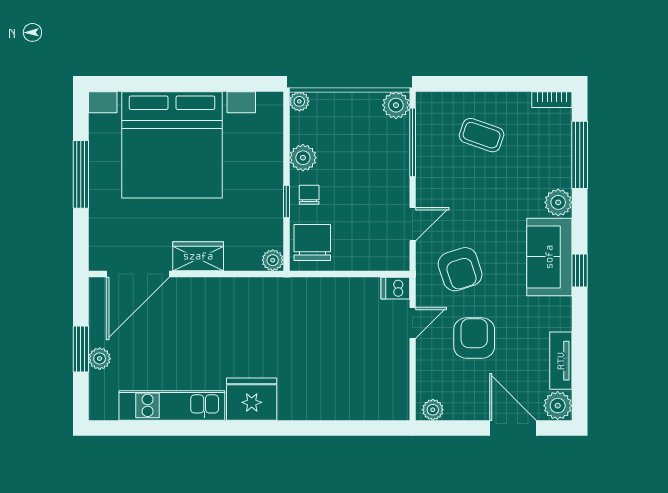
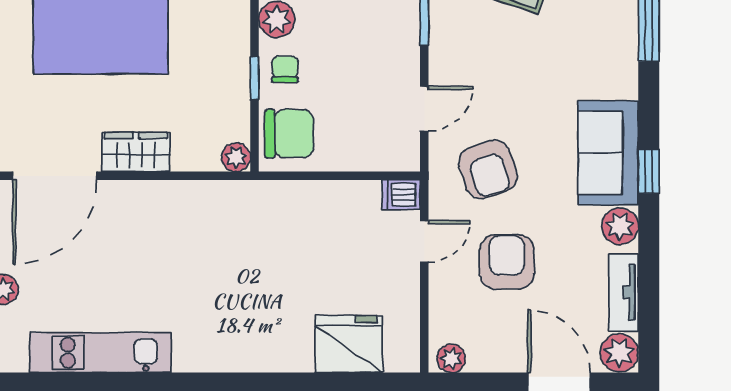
plant: (558, 202) -> (620, 226), moved
chair: (312, 243) -> (289, 134), turned 90
fridge: (252, 399) -> (349, 344), moved

